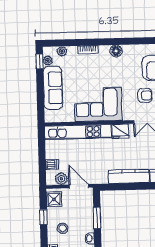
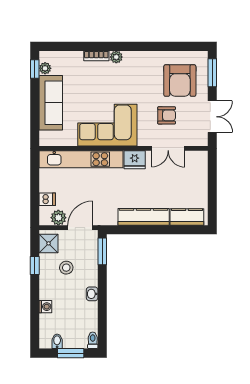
plant: (62, 51) -> (116, 57), moved
floor lamp: (116, 51) -> (132, 58), removed
door: (79, 186) -> (80, 228), hinge flipped
window: (97, 218) -> (102, 251), moved
stool: (63, 228) -> (66, 268), moved

